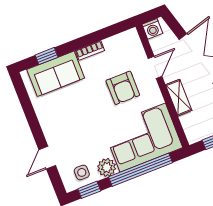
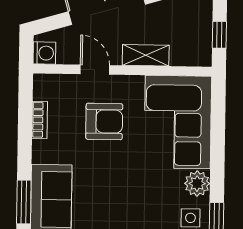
bookcase: (90, 50) -> (40, 120), moved
window: (46, 56) -> (24, 202), width x1.50
window: (140, 170) -> (218, 142), removed

